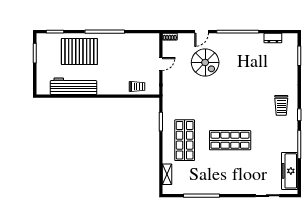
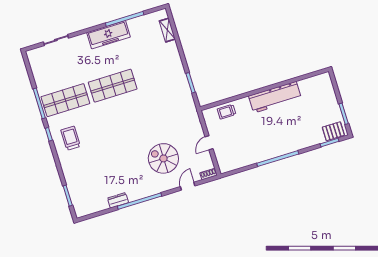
door: (202, 32) -> (188, 186), moved
dresser: (273, 38) -> (118, 200), moved
pallet: (79, 52) -> (333, 131), moved, width x0.49, depth x0.50
workbench: (73, 86) -> (275, 97), moved
shop shelf: (185, 140) -> (65, 100), moved, turned 90
freezer: (290, 171) -> (108, 35), moved, turned 90

